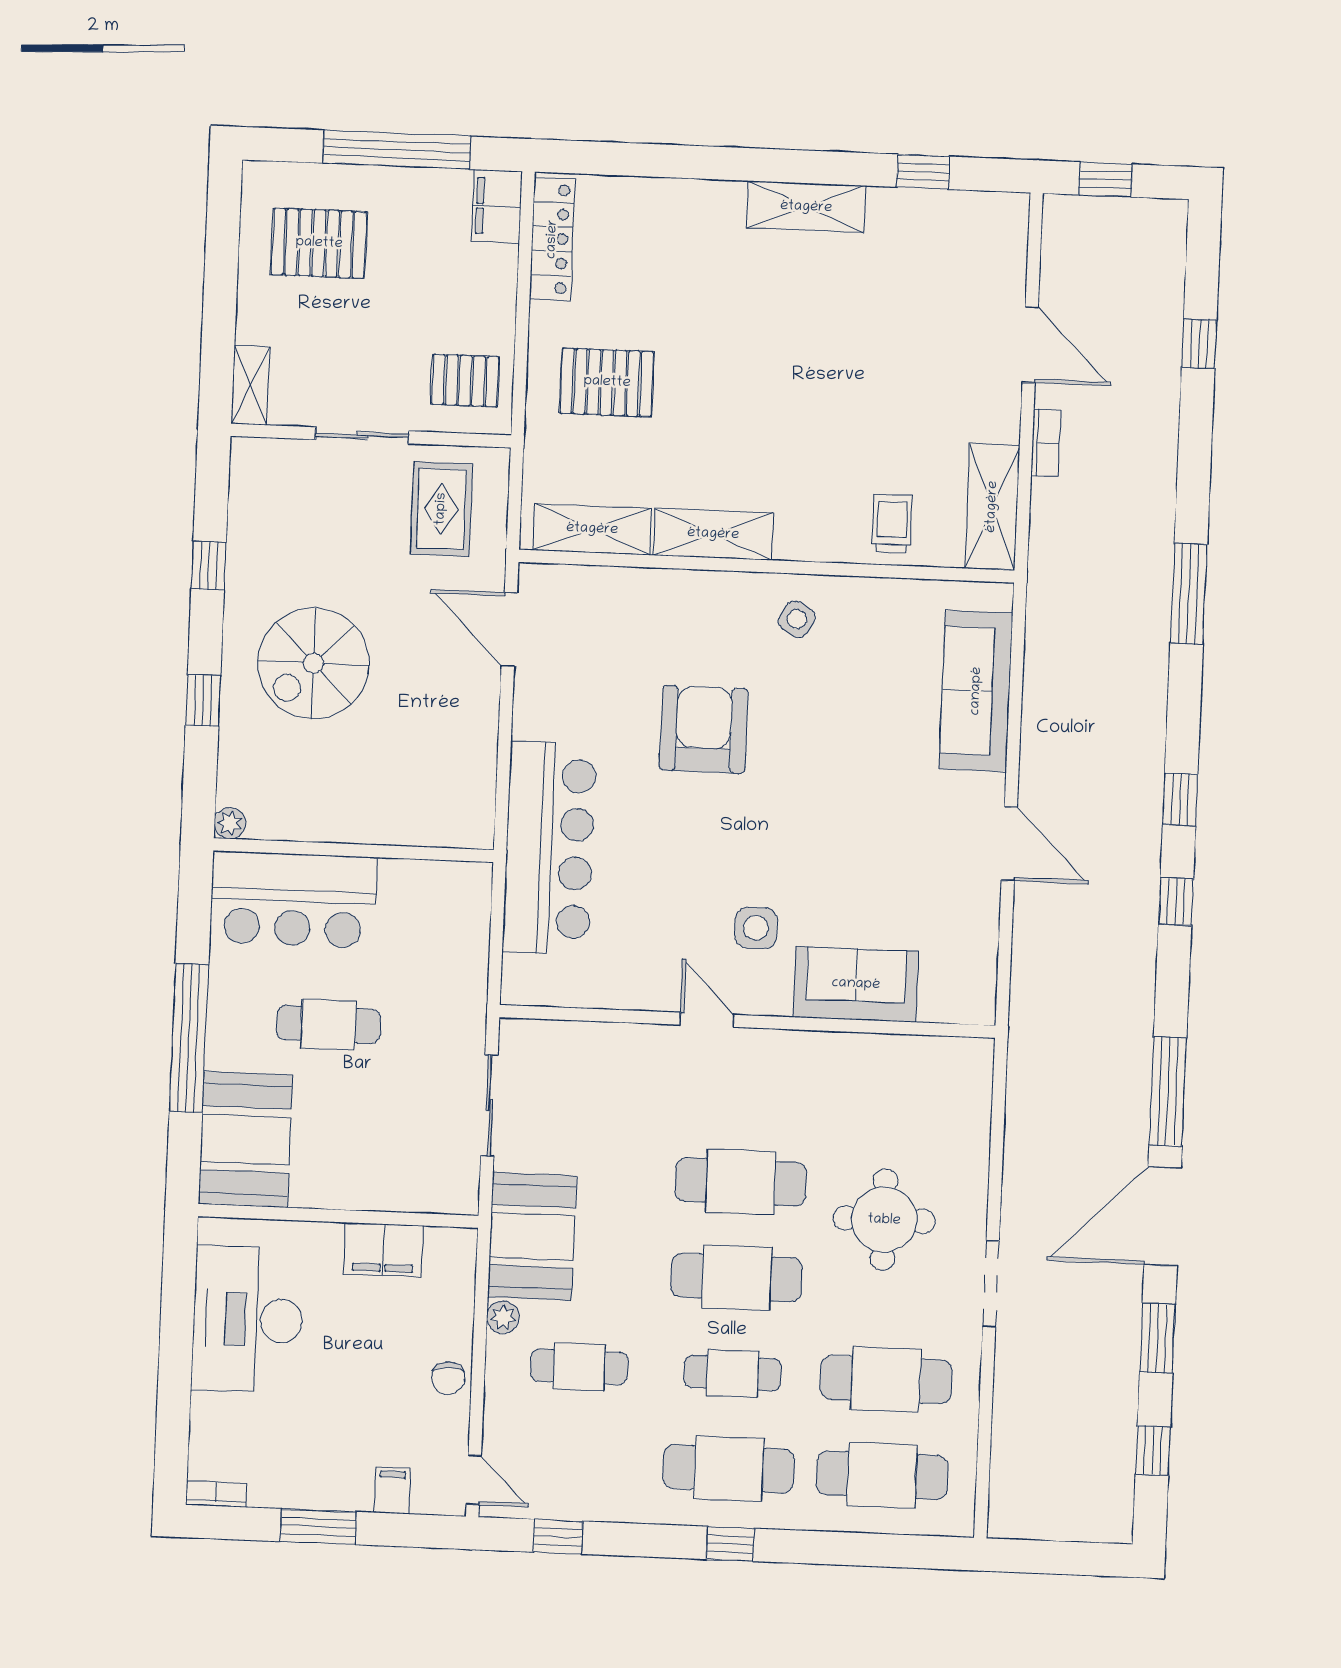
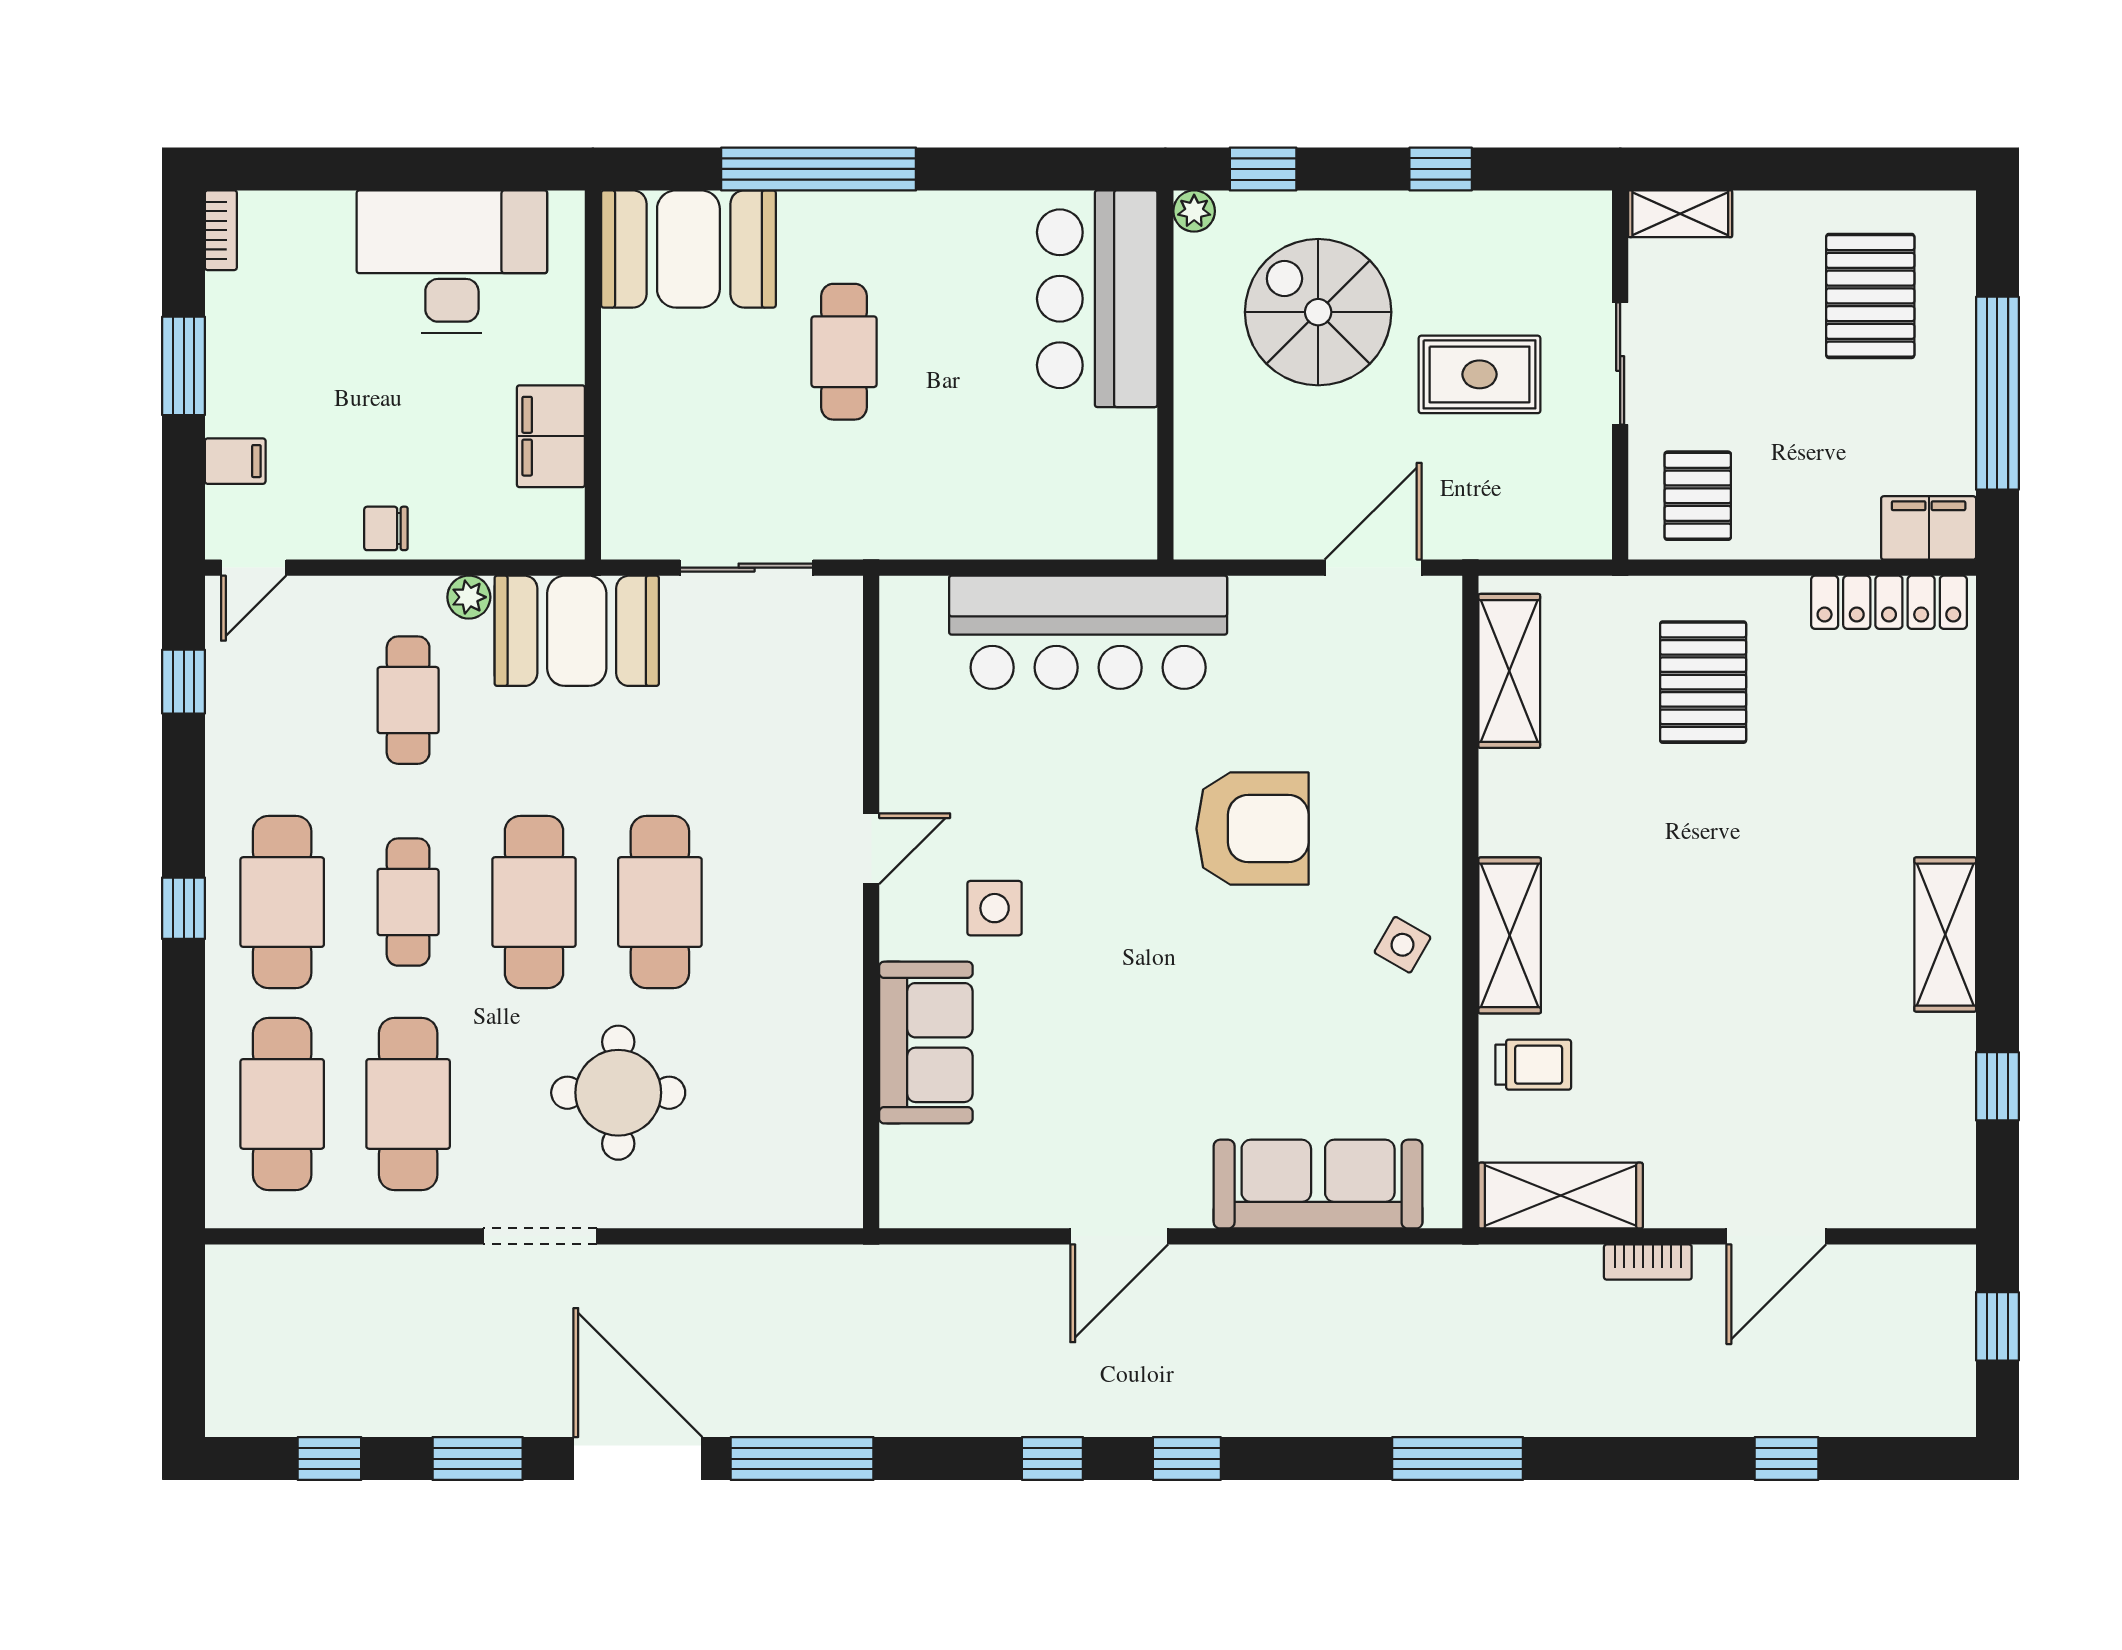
rug: (441, 509) -> (1480, 374), moved
shelving: (713, 534) -> (1510, 935), moved
plant: (230, 823) -> (1194, 211), moved
wall: (354, 850) -> (1165, 375), moved
bar counter: (293, 900) -> (1097, 299), moved

